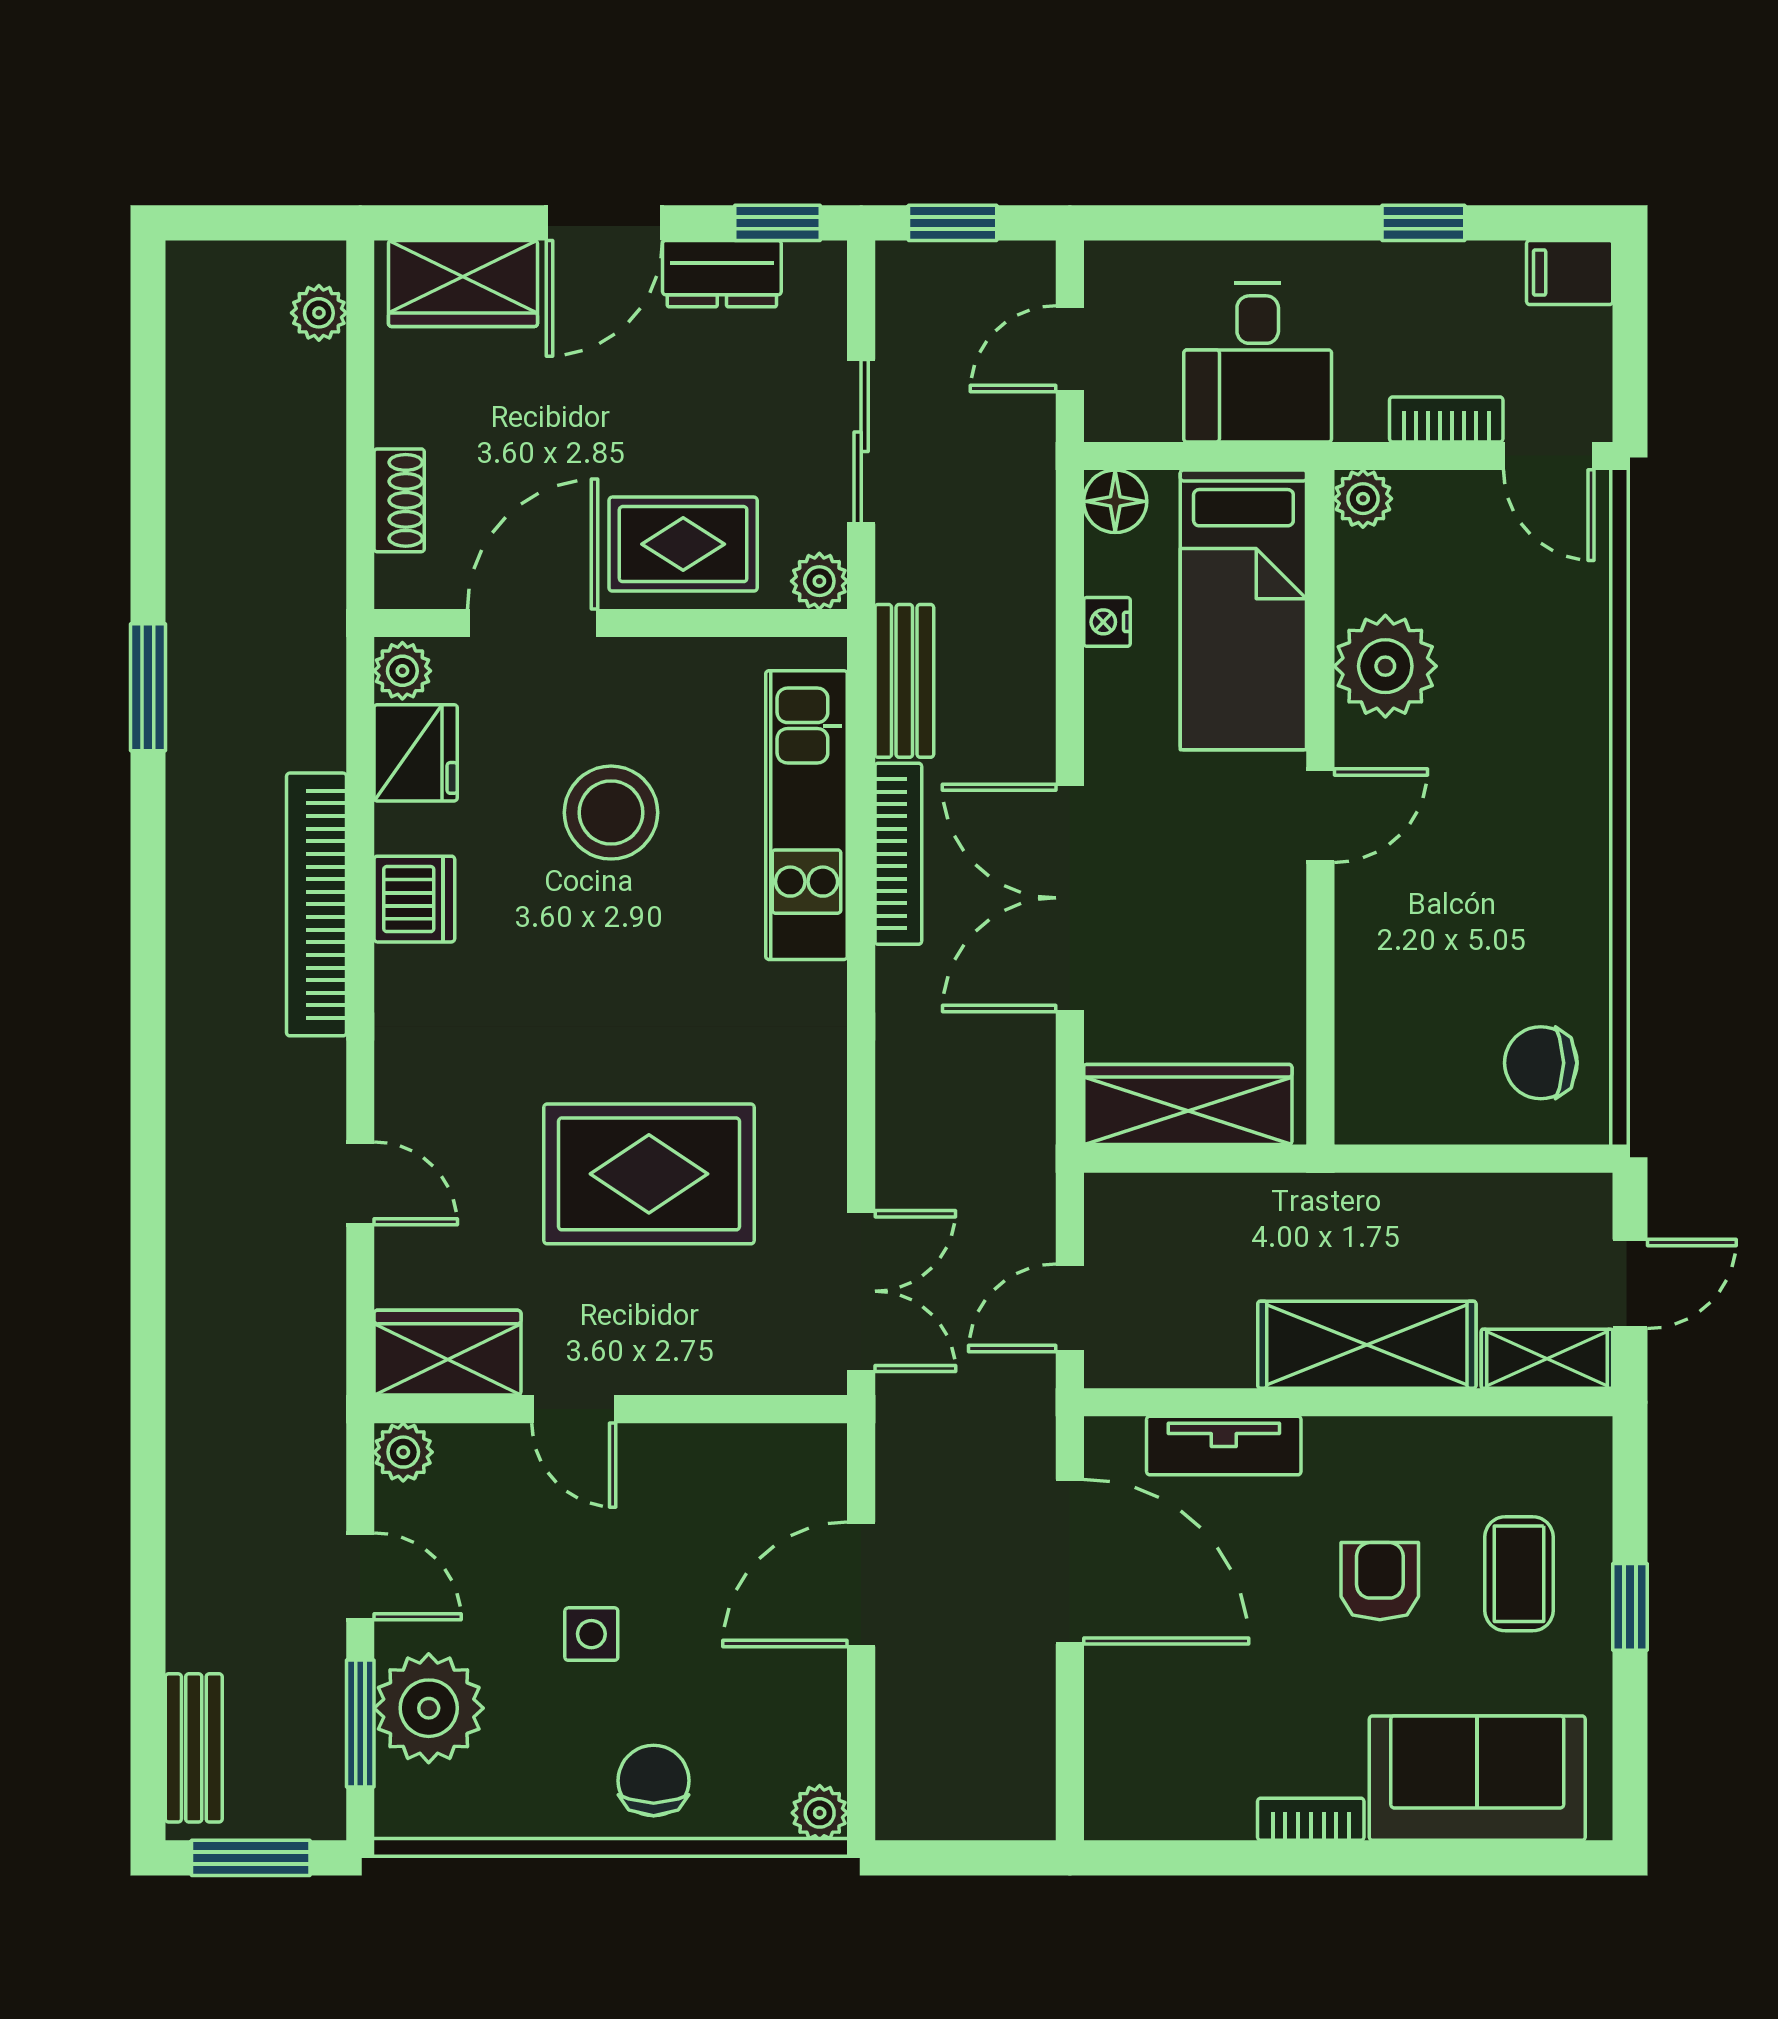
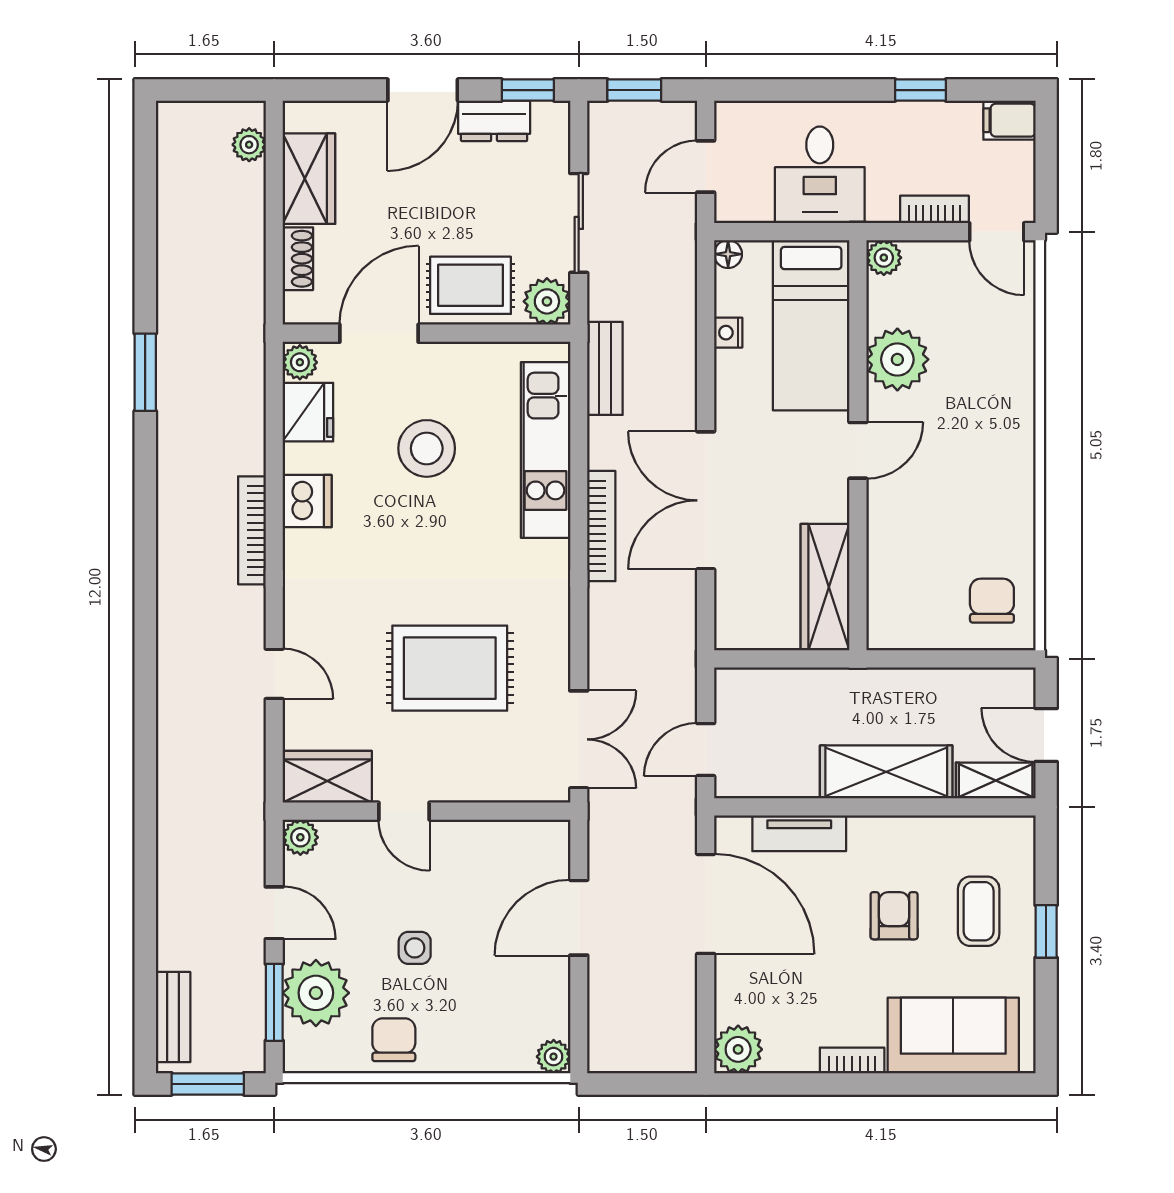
wardrobe: (463, 283) -> (309, 179), moved, turned -90
floor lamp: (1115, 501) -> (728, 254), width x0.73, depth x0.73
plant: (819, 581) -> (547, 301), width x1.38, depth x1.38
bookcase: (898, 854) -> (601, 526), moved
bookcase: (316, 904) -> (252, 530), width x0.68, depth x0.76
chair: (1541, 1063) -> (992, 601), turned 90
wardrobe: (1188, 1105) -> (825, 587), moved, turned -90
door: (1630, 1284) -> (1046, 735), swing flipped
chair: (654, 1781) -> (394, 1040), moved
plant: (1123, 1801) -> (738, 1049), added

